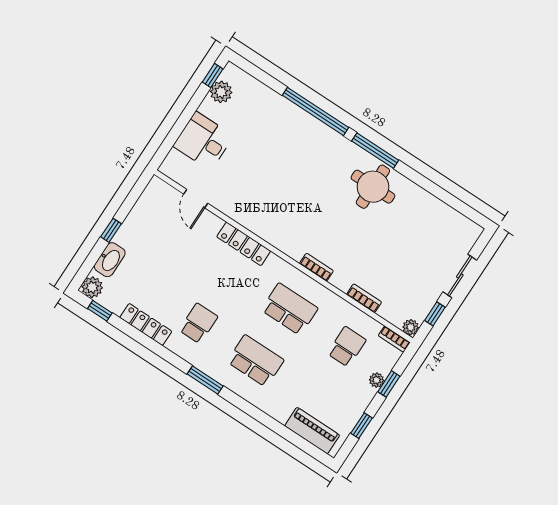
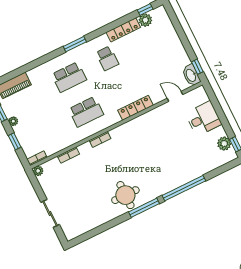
window: (111, 230) -> (197, 67), moved
washbasin: (110, 260) -> (191, 75), moved
plant: (92, 287) -> (145, 20), moved
window: (435, 314) -> (38, 188), removed
school desk: (347, 347) -> (48, 130), removed
plant: (377, 380) -> (13, 121), moved

